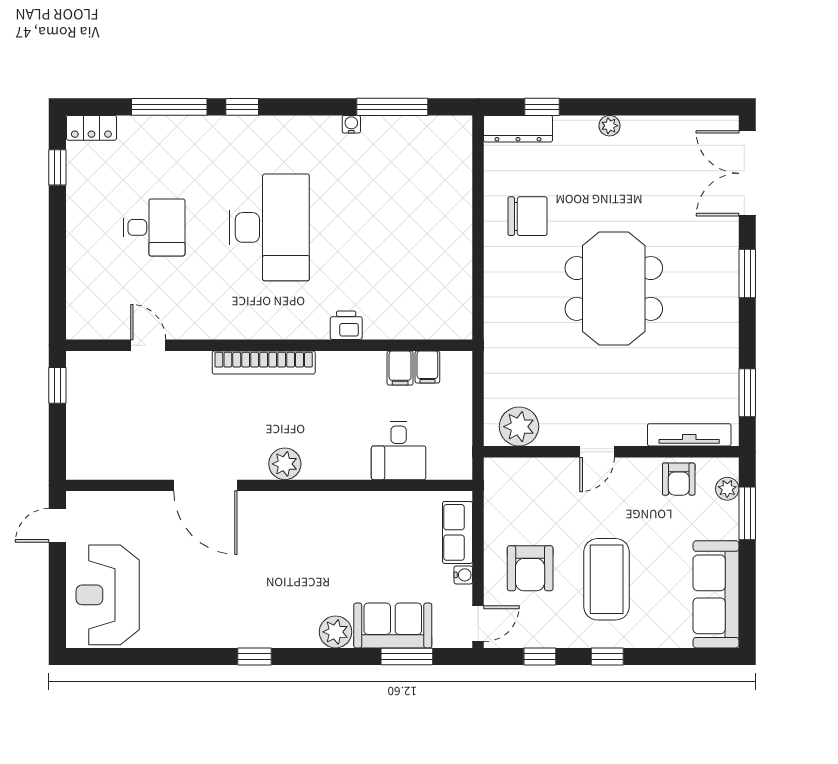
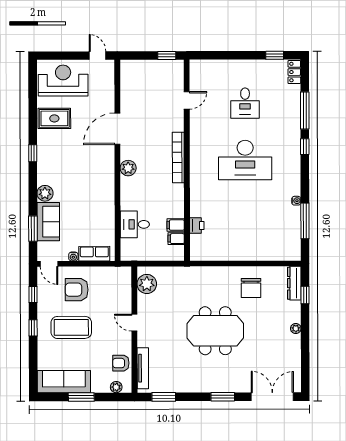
printer: (346, 325) -> (197, 225), moved
window: (747, 513) -> (81, 397), moved
rug: (184, 613) -> (54, 118), added

